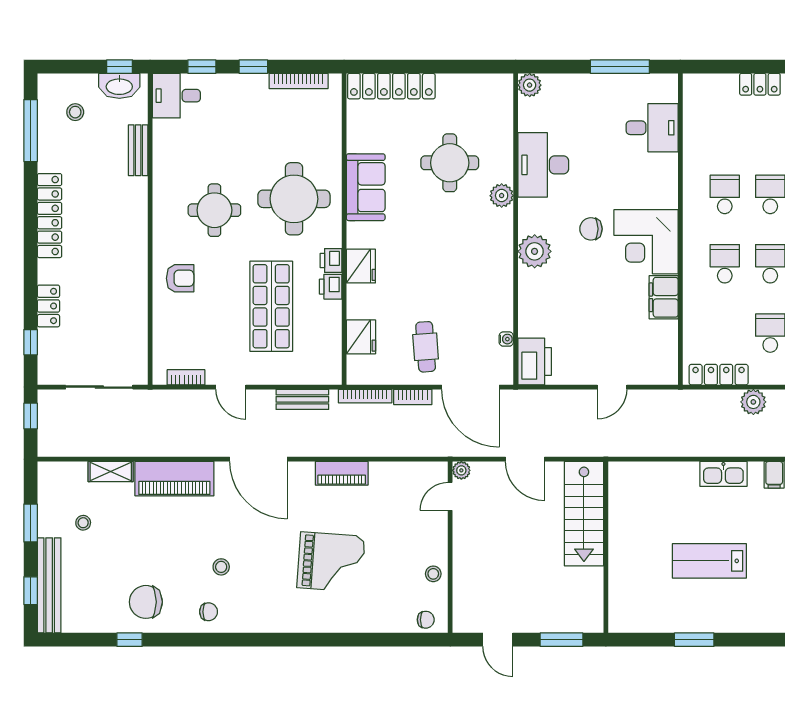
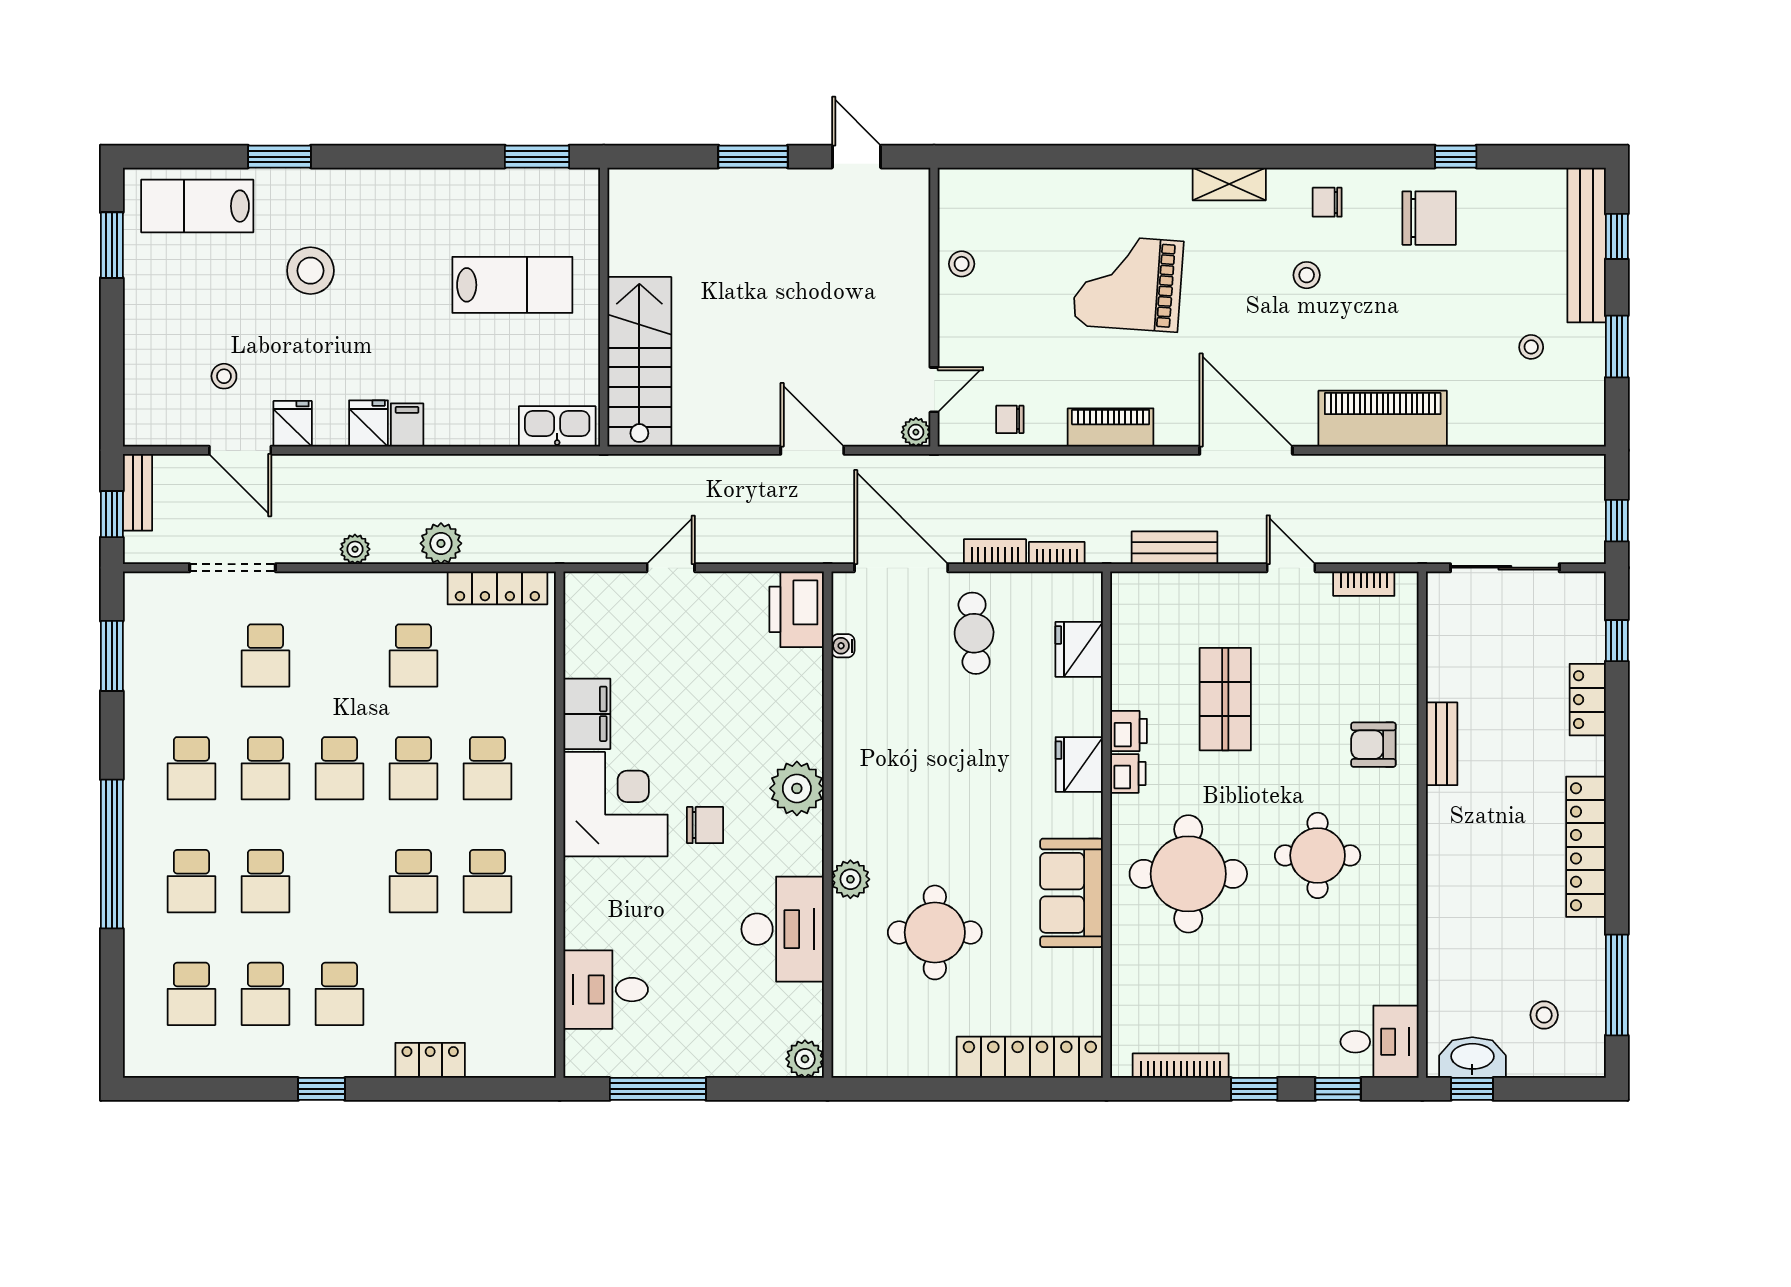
bench: (138, 150) -> (1442, 744), moved
shop shelf: (271, 306) -> (1225, 699), width x0.70, depth x0.74
bookcase: (365, 396) -> (1057, 553), width x0.64
shelving: (111, 472) -> (1229, 184), moved
kitchen sink: (723, 474) -> (557, 426), moved
stairs: (584, 514) -> (639, 362), moved
wall: (606, 547) -> (604, 307), moved
chair: (426, 620) -> (1010, 419), moved

